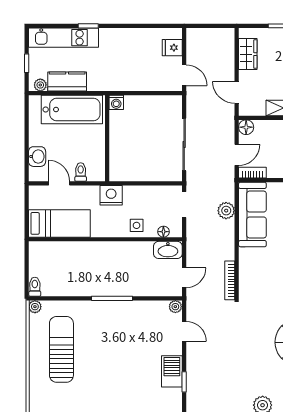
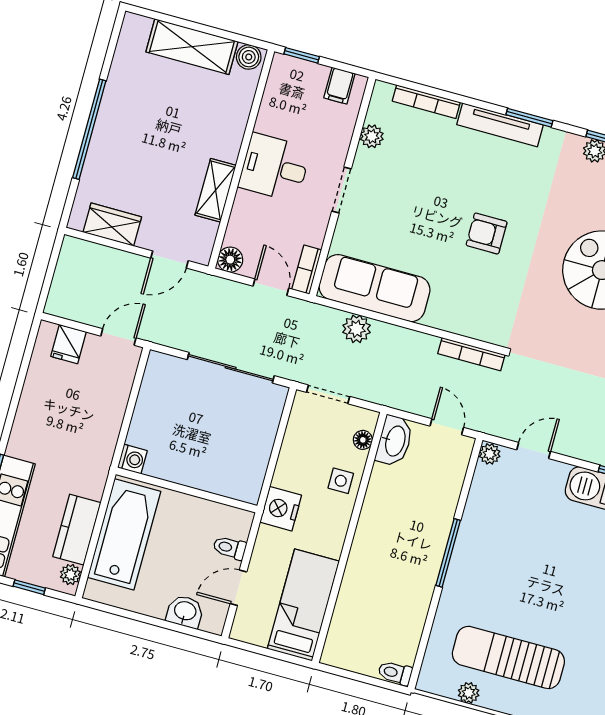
plant: (35, 307) -> (469, 693), moved

